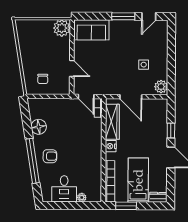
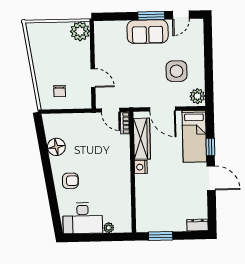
sofa: (91, 30) -> (148, 32), moved
side table: (144, 65) -> (177, 71), width x1.87, depth x1.87
window: (33, 161) -> (50, 187), removed
bed: (138, 180) -> (194, 136), moved, turned 180
bookcase: (110, 181) -> (141, 208), removed
desk: (64, 189) -> (83, 218), width x1.37

